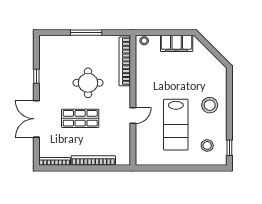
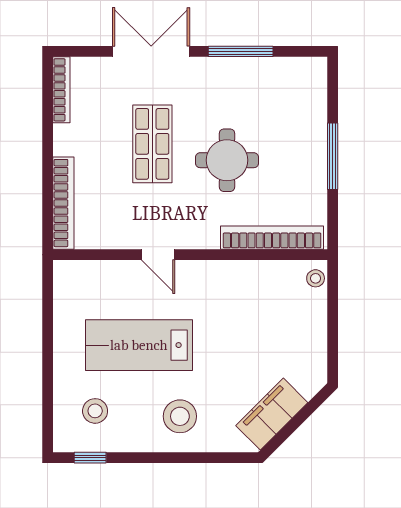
filing cabinet: (177, 43) -> (272, 414), moved, turned 45
window: (36, 76) -> (241, 51), width x2.17
bookcase: (93, 160) -> (63, 203), moved

